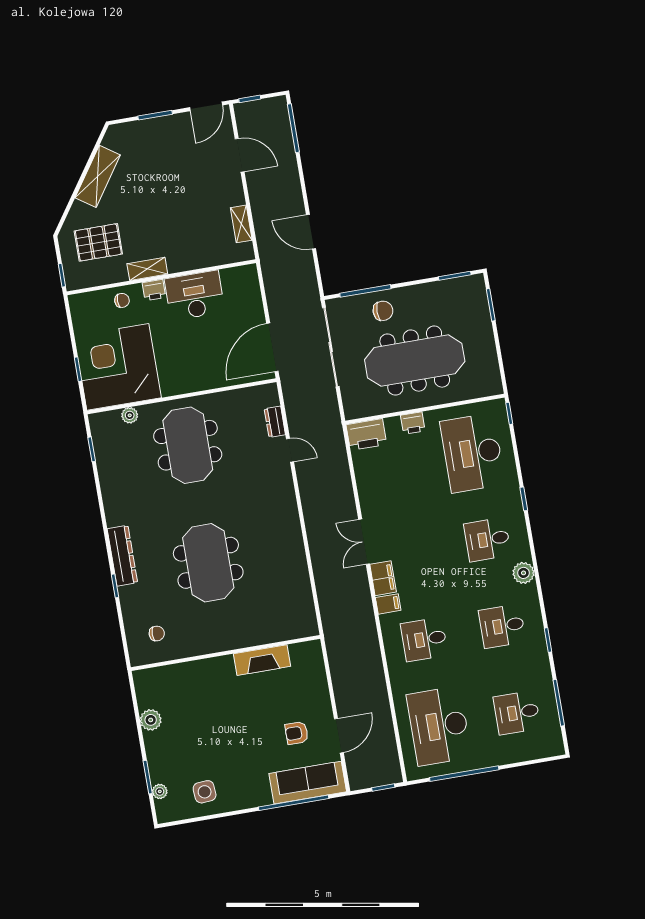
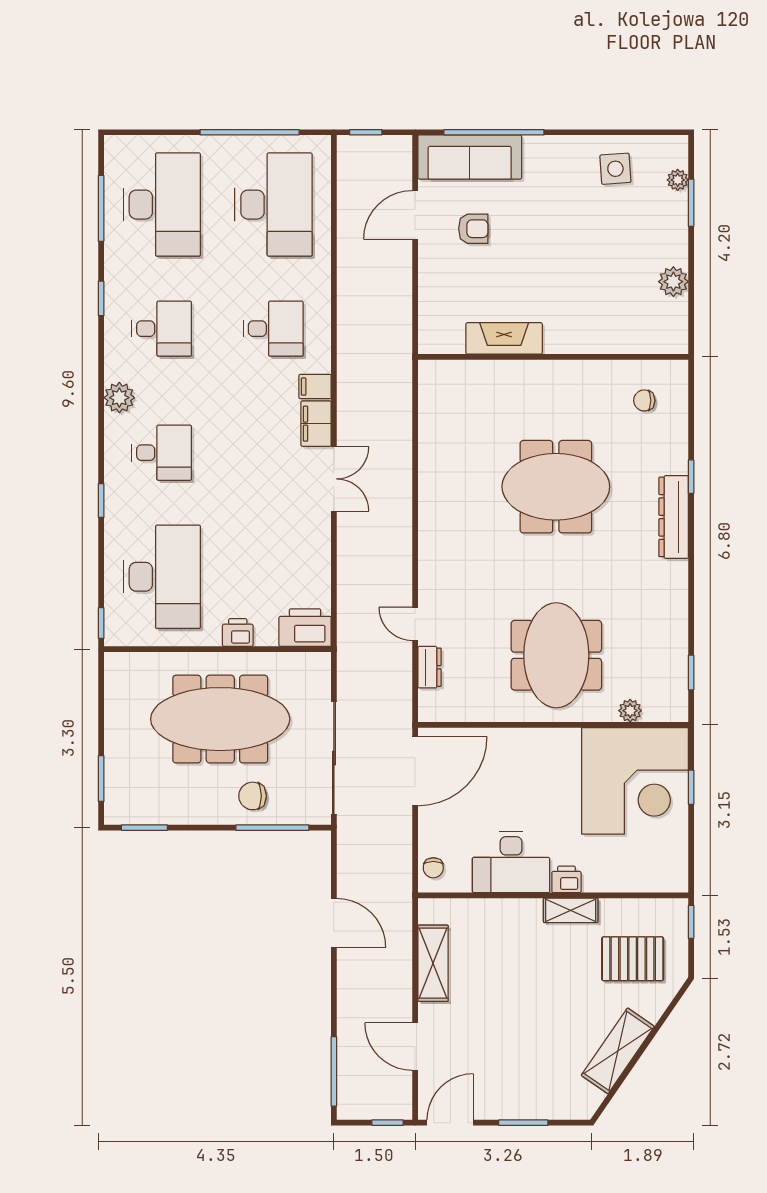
shelving: (241, 224) -> (433, 963), width x1.50, depth x1.33
chair: (122, 300) -> (433, 868), moved, turned -90
meeting table: (208, 563) -> (556, 487), turned 90
desk: (517, 713) -> (162, 205), width x1.87, depth x1.30

